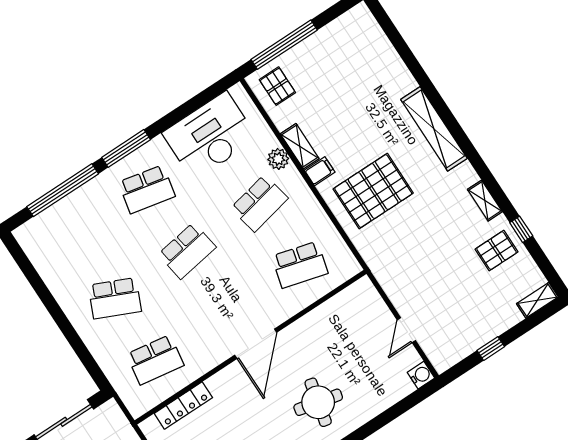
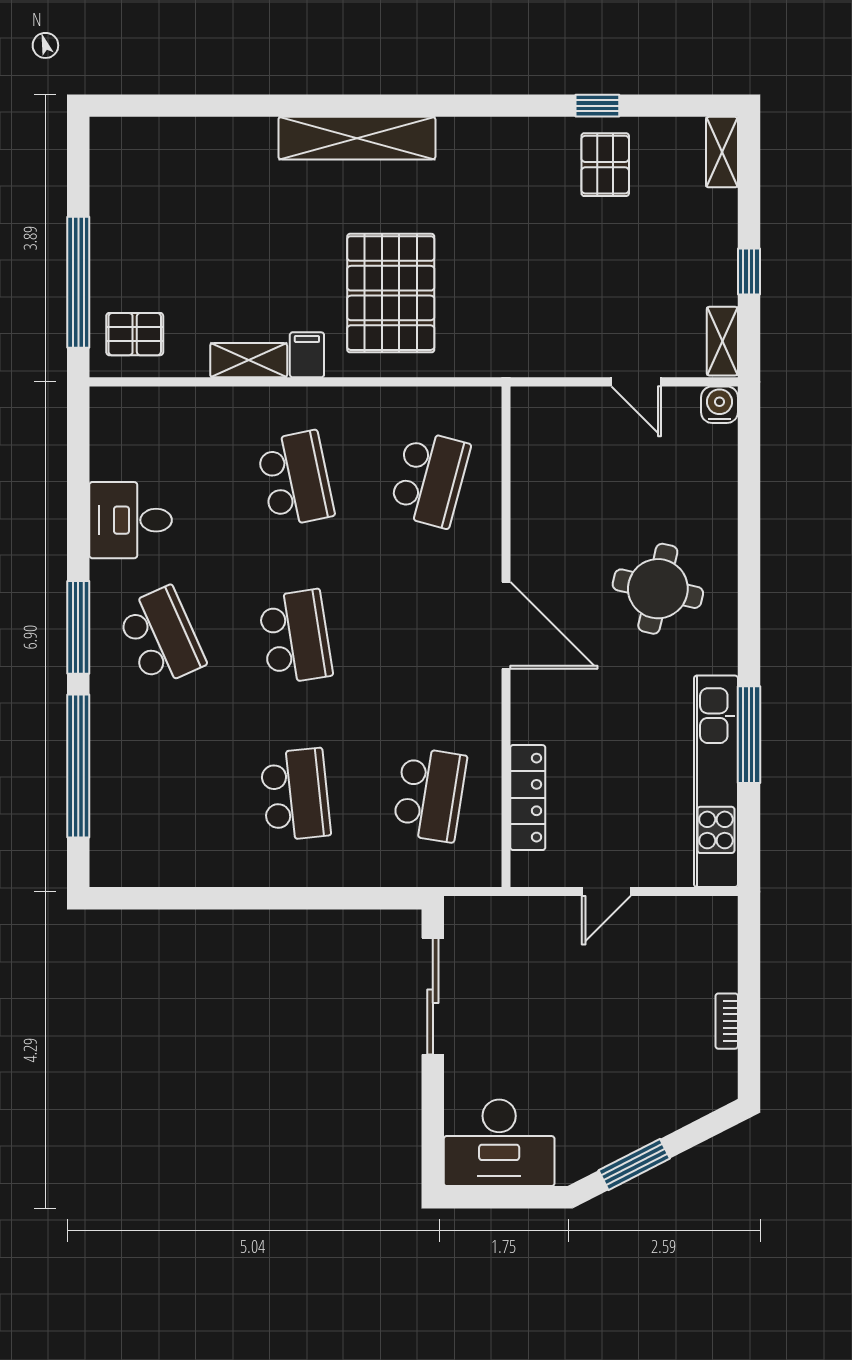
desk: (210, 136) -> (131, 520), width x0.53, depth x0.77
plant: (278, 159) -> (247, 406), removed
school desk: (147, 189) -> (161, 637), turned -36
shelving: (485, 201) -> (722, 341), moved, turned 90
school desk: (115, 298) -> (295, 795), turned -30

